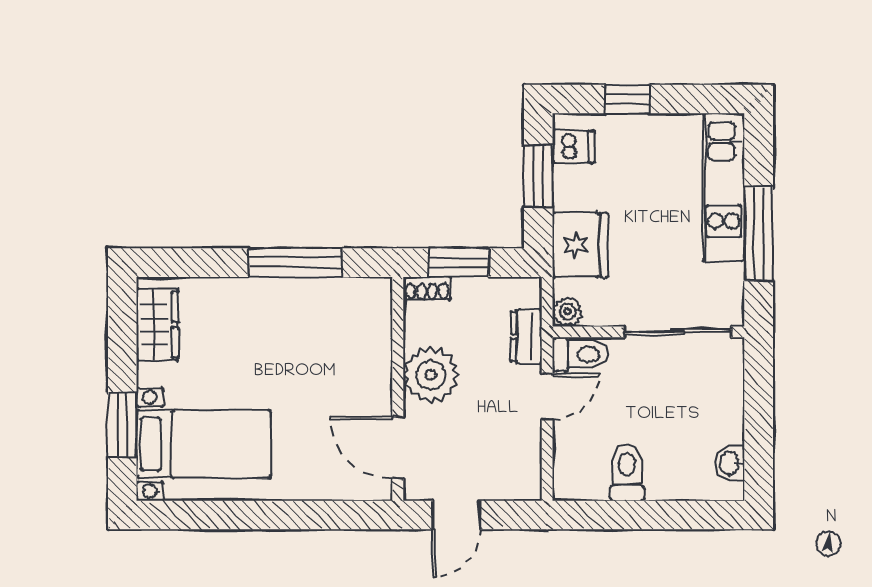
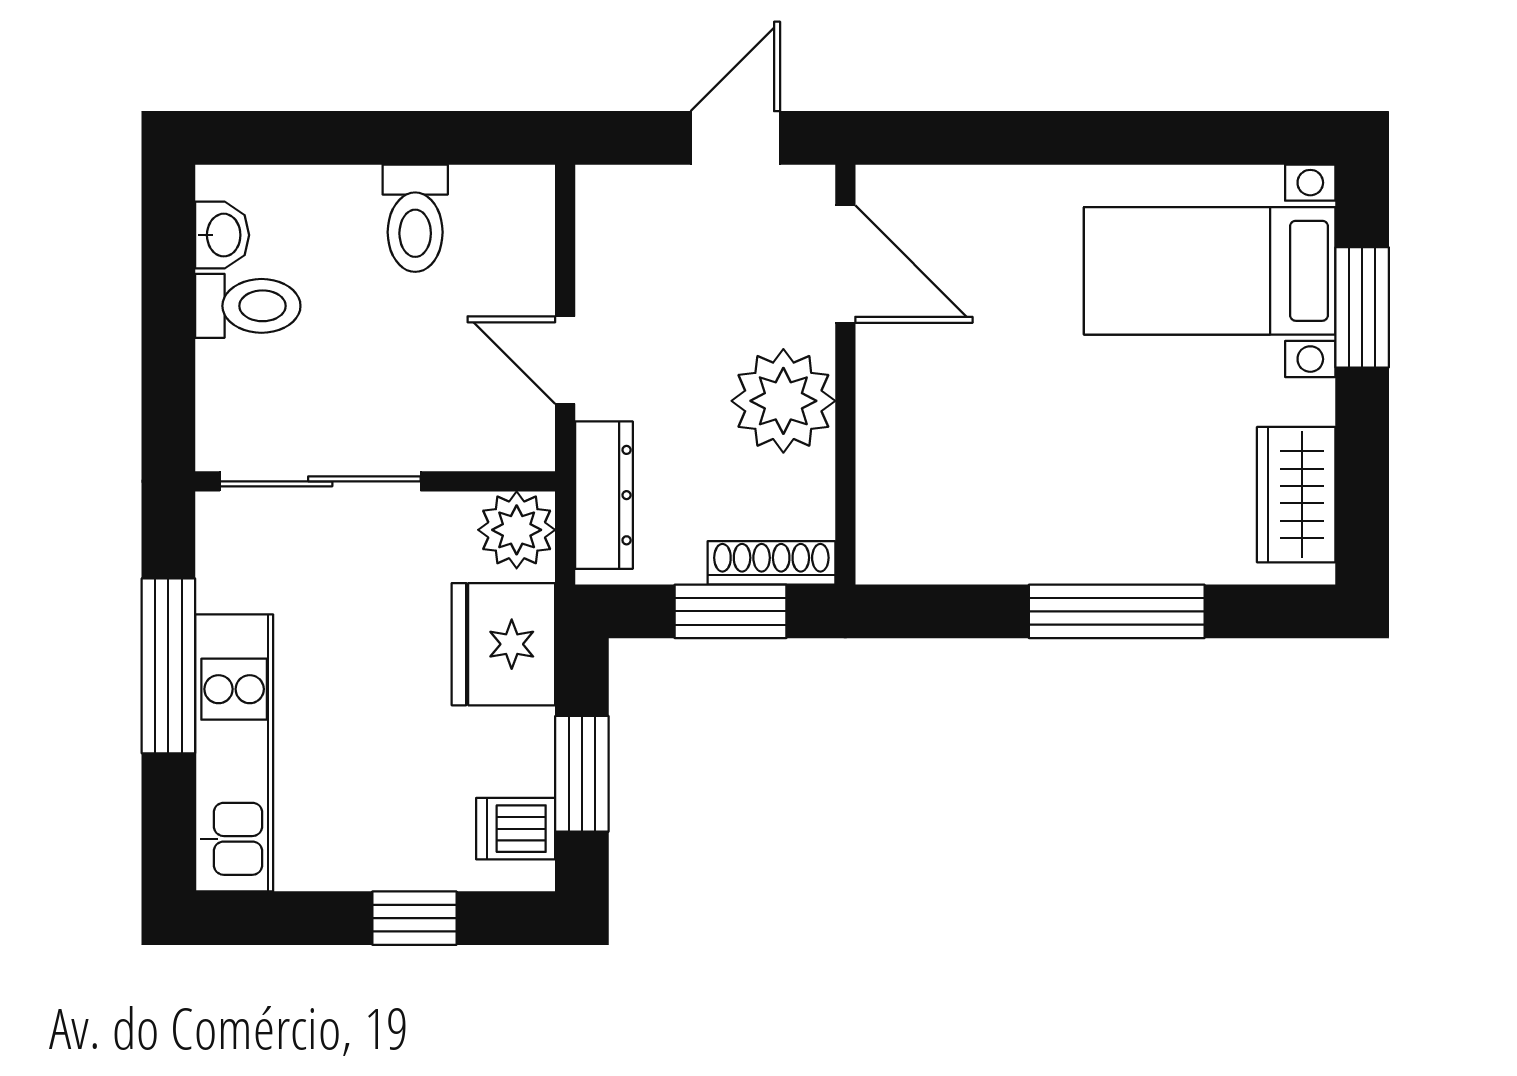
window: (295, 263) -> (1117, 611), moved
shoe rack: (427, 288) -> (771, 563), width x1.43
plant: (567, 312) -> (517, 530), width x1.38, depth x1.38
dresser: (526, 336) -> (604, 495), width x1.44
toilet: (581, 354) -> (248, 306), moved, turned 180
door: (547, 396) -> (565, 360), hinge flipped

